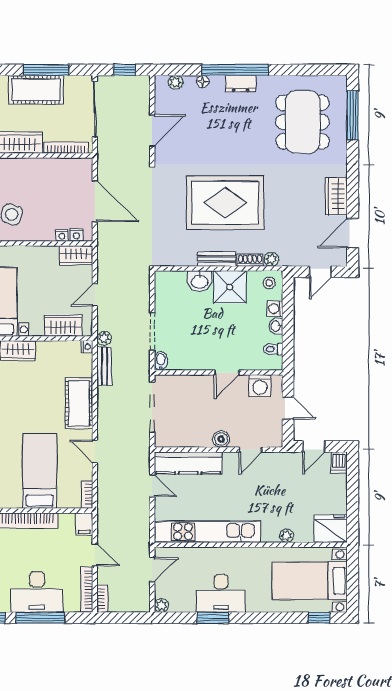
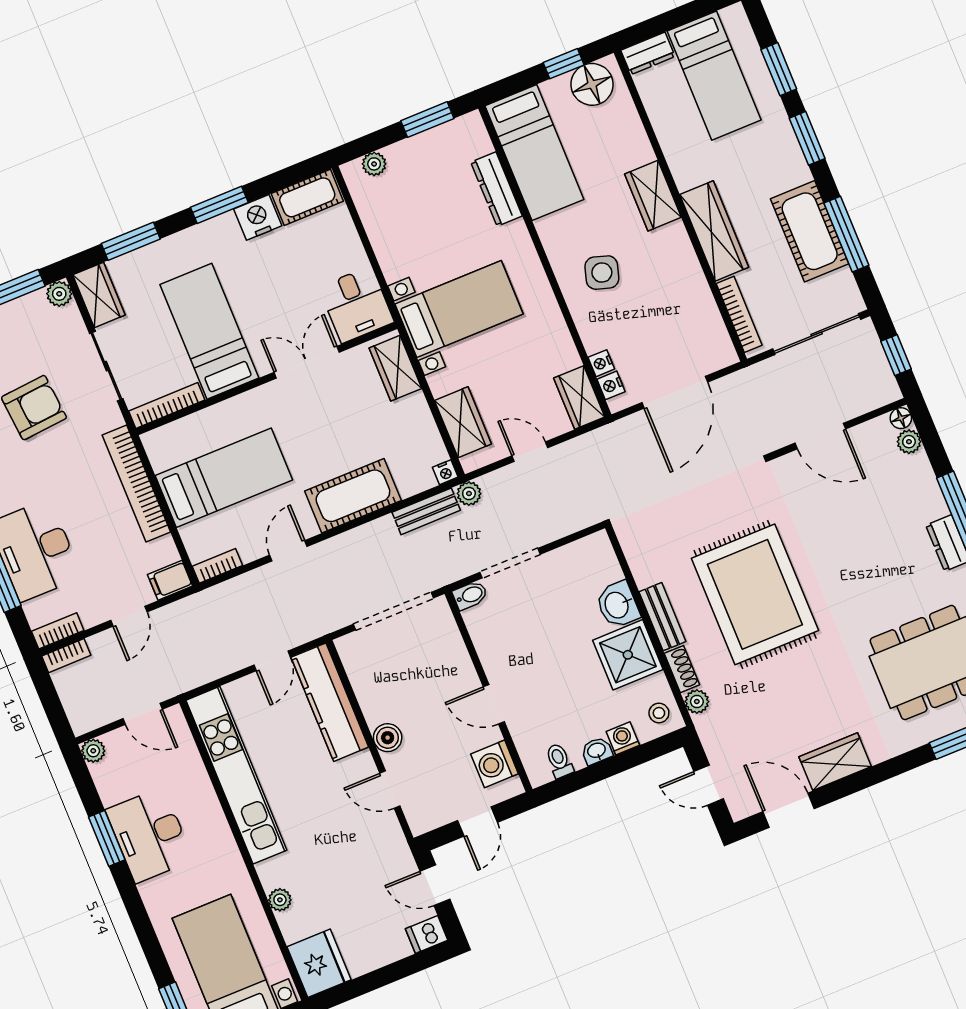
floor lamp: (203, 82) -> (901, 418), moved
bookcase: (87, 590) -> (58, 631), width x0.64

